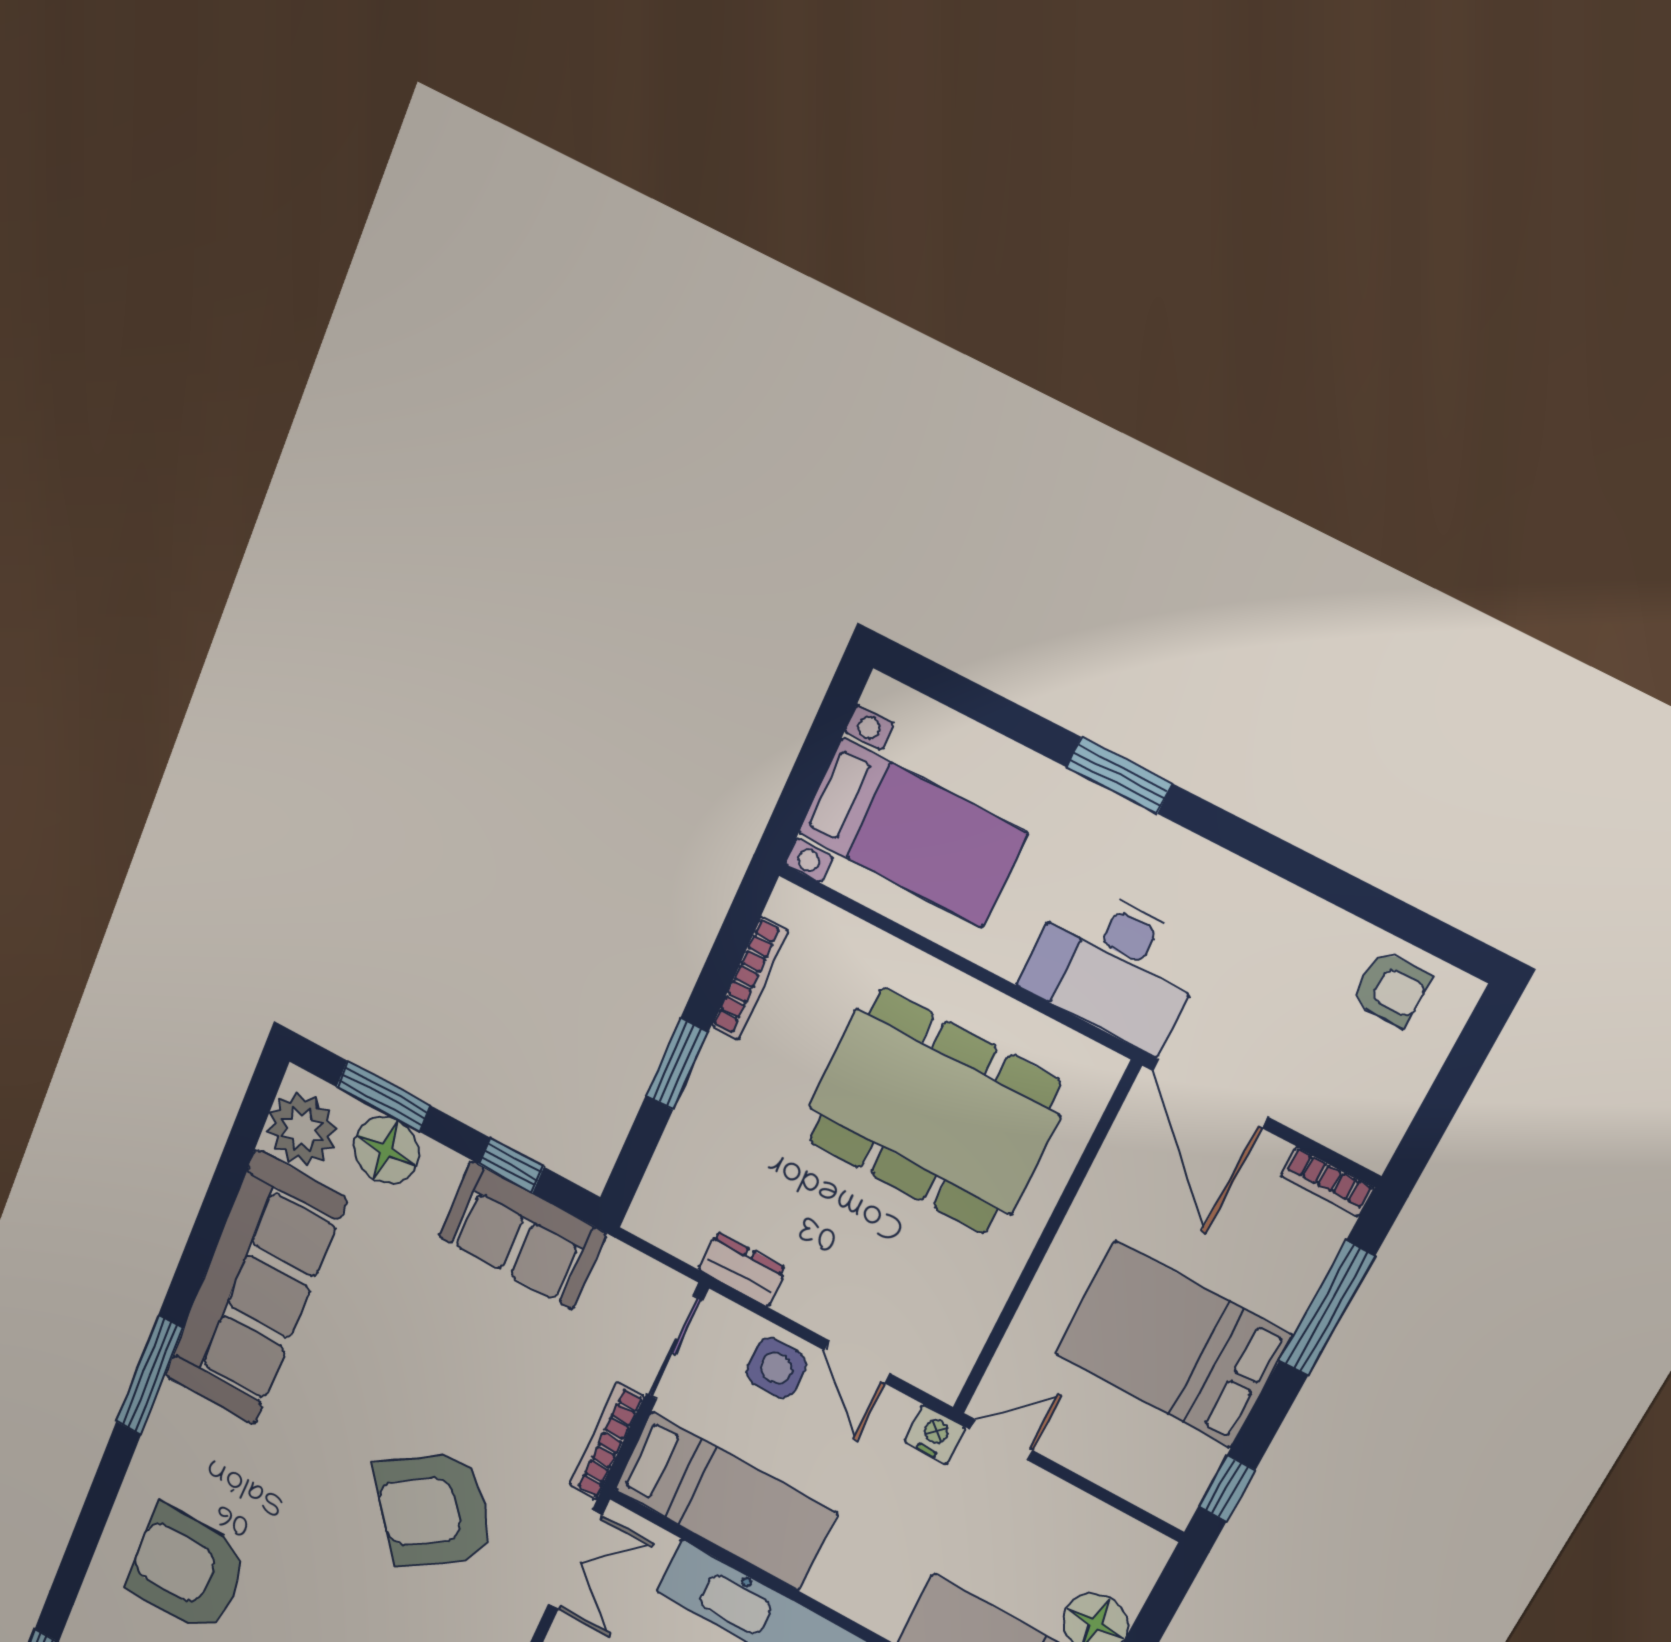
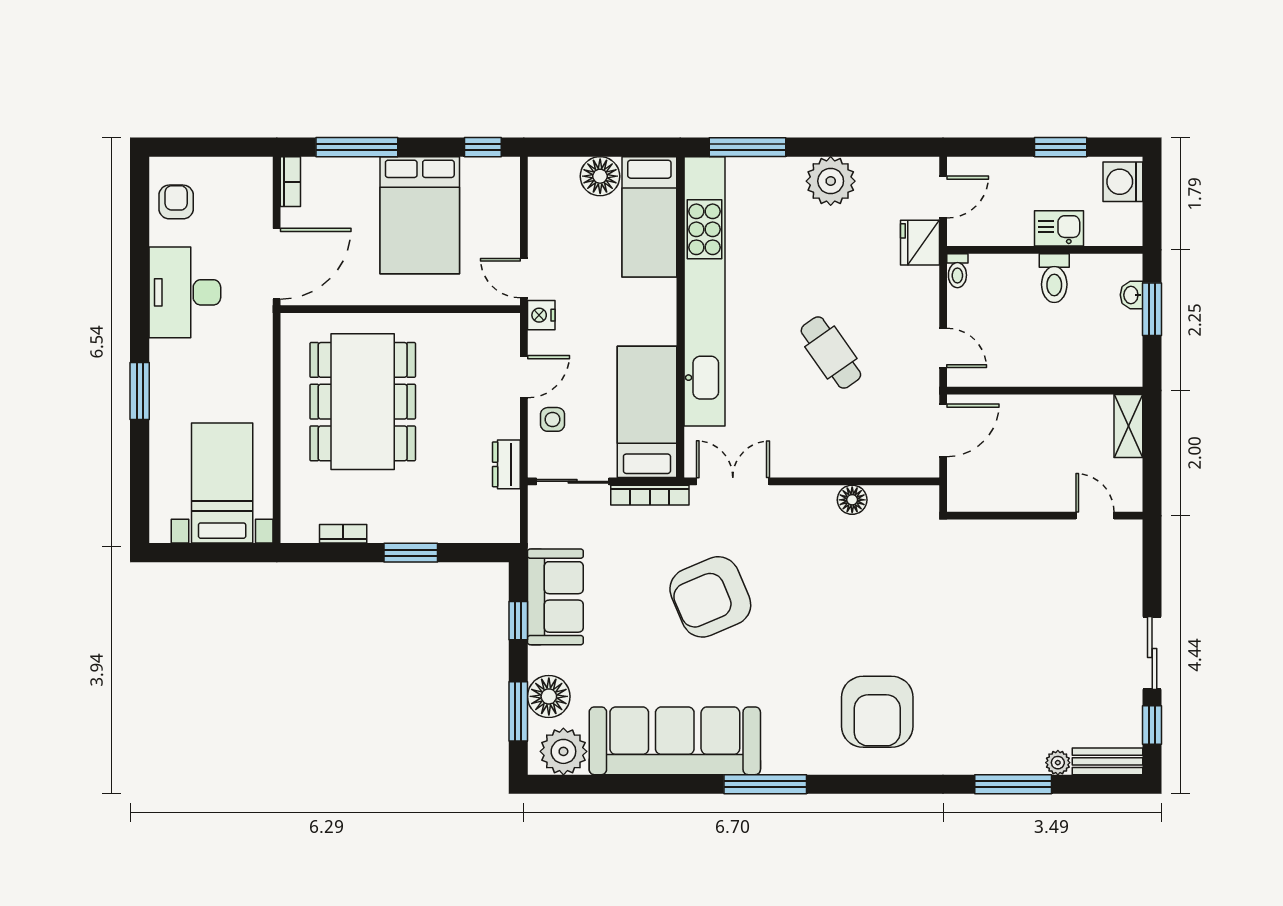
desk: (1114, 967) -> (185, 292), moved, turned 180
bookcase: (750, 978) -> (343, 534), width x0.64
side table: (776, 1368) -> (552, 419), width x0.73, depth x0.73
armchair: (434, 1510) -> (710, 597), moved, turned 103

